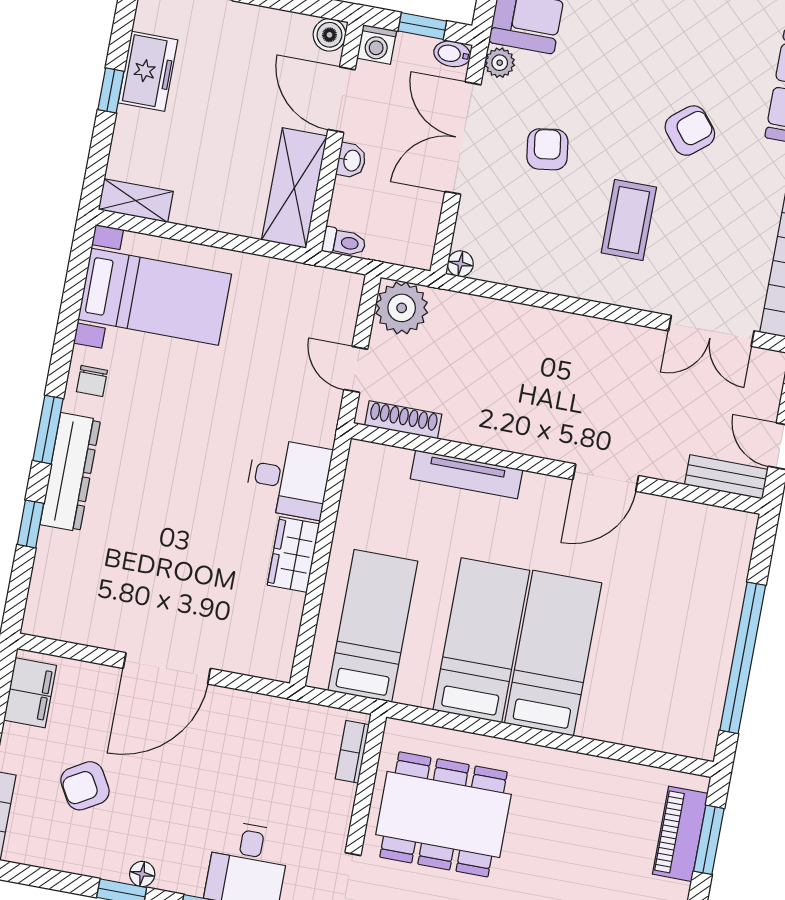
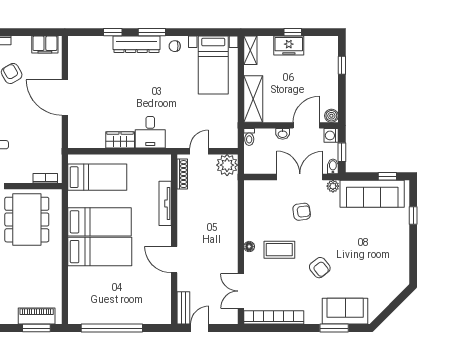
freezer: (148, 71) -> (289, 46), moved
shelving: (294, 188) -> (253, 99), moved, turned 90
floor lamp: (460, 264) -> (249, 247), moved

